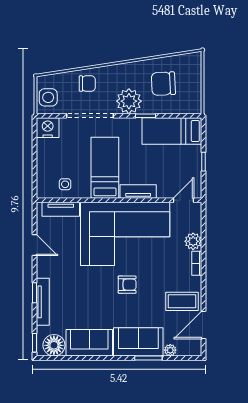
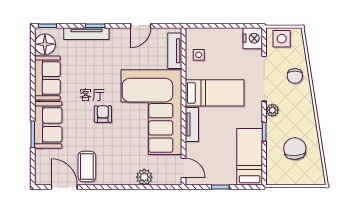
plant: (129, 101) -> (272, 110), width x0.53, depth x0.53
bookcase: (197, 263) -> (123, 181), removed
armchair: (127, 285) -> (103, 114), turned 180
plant: (170, 350) -> (40, 155), removed

